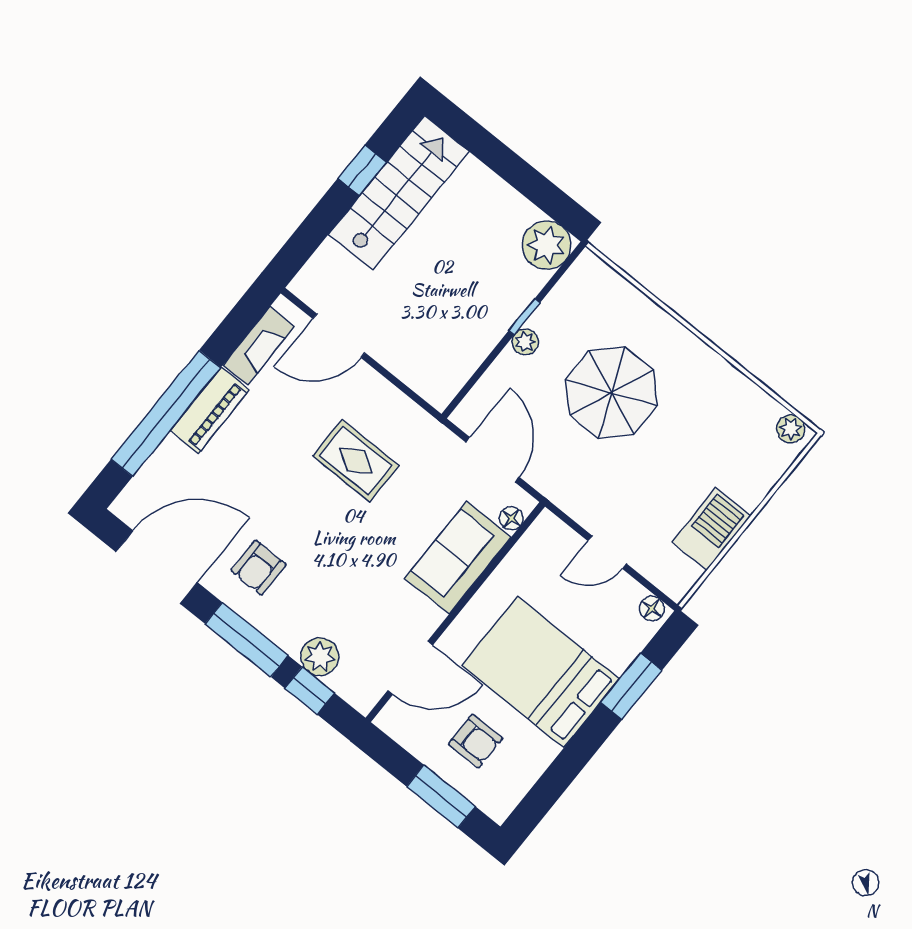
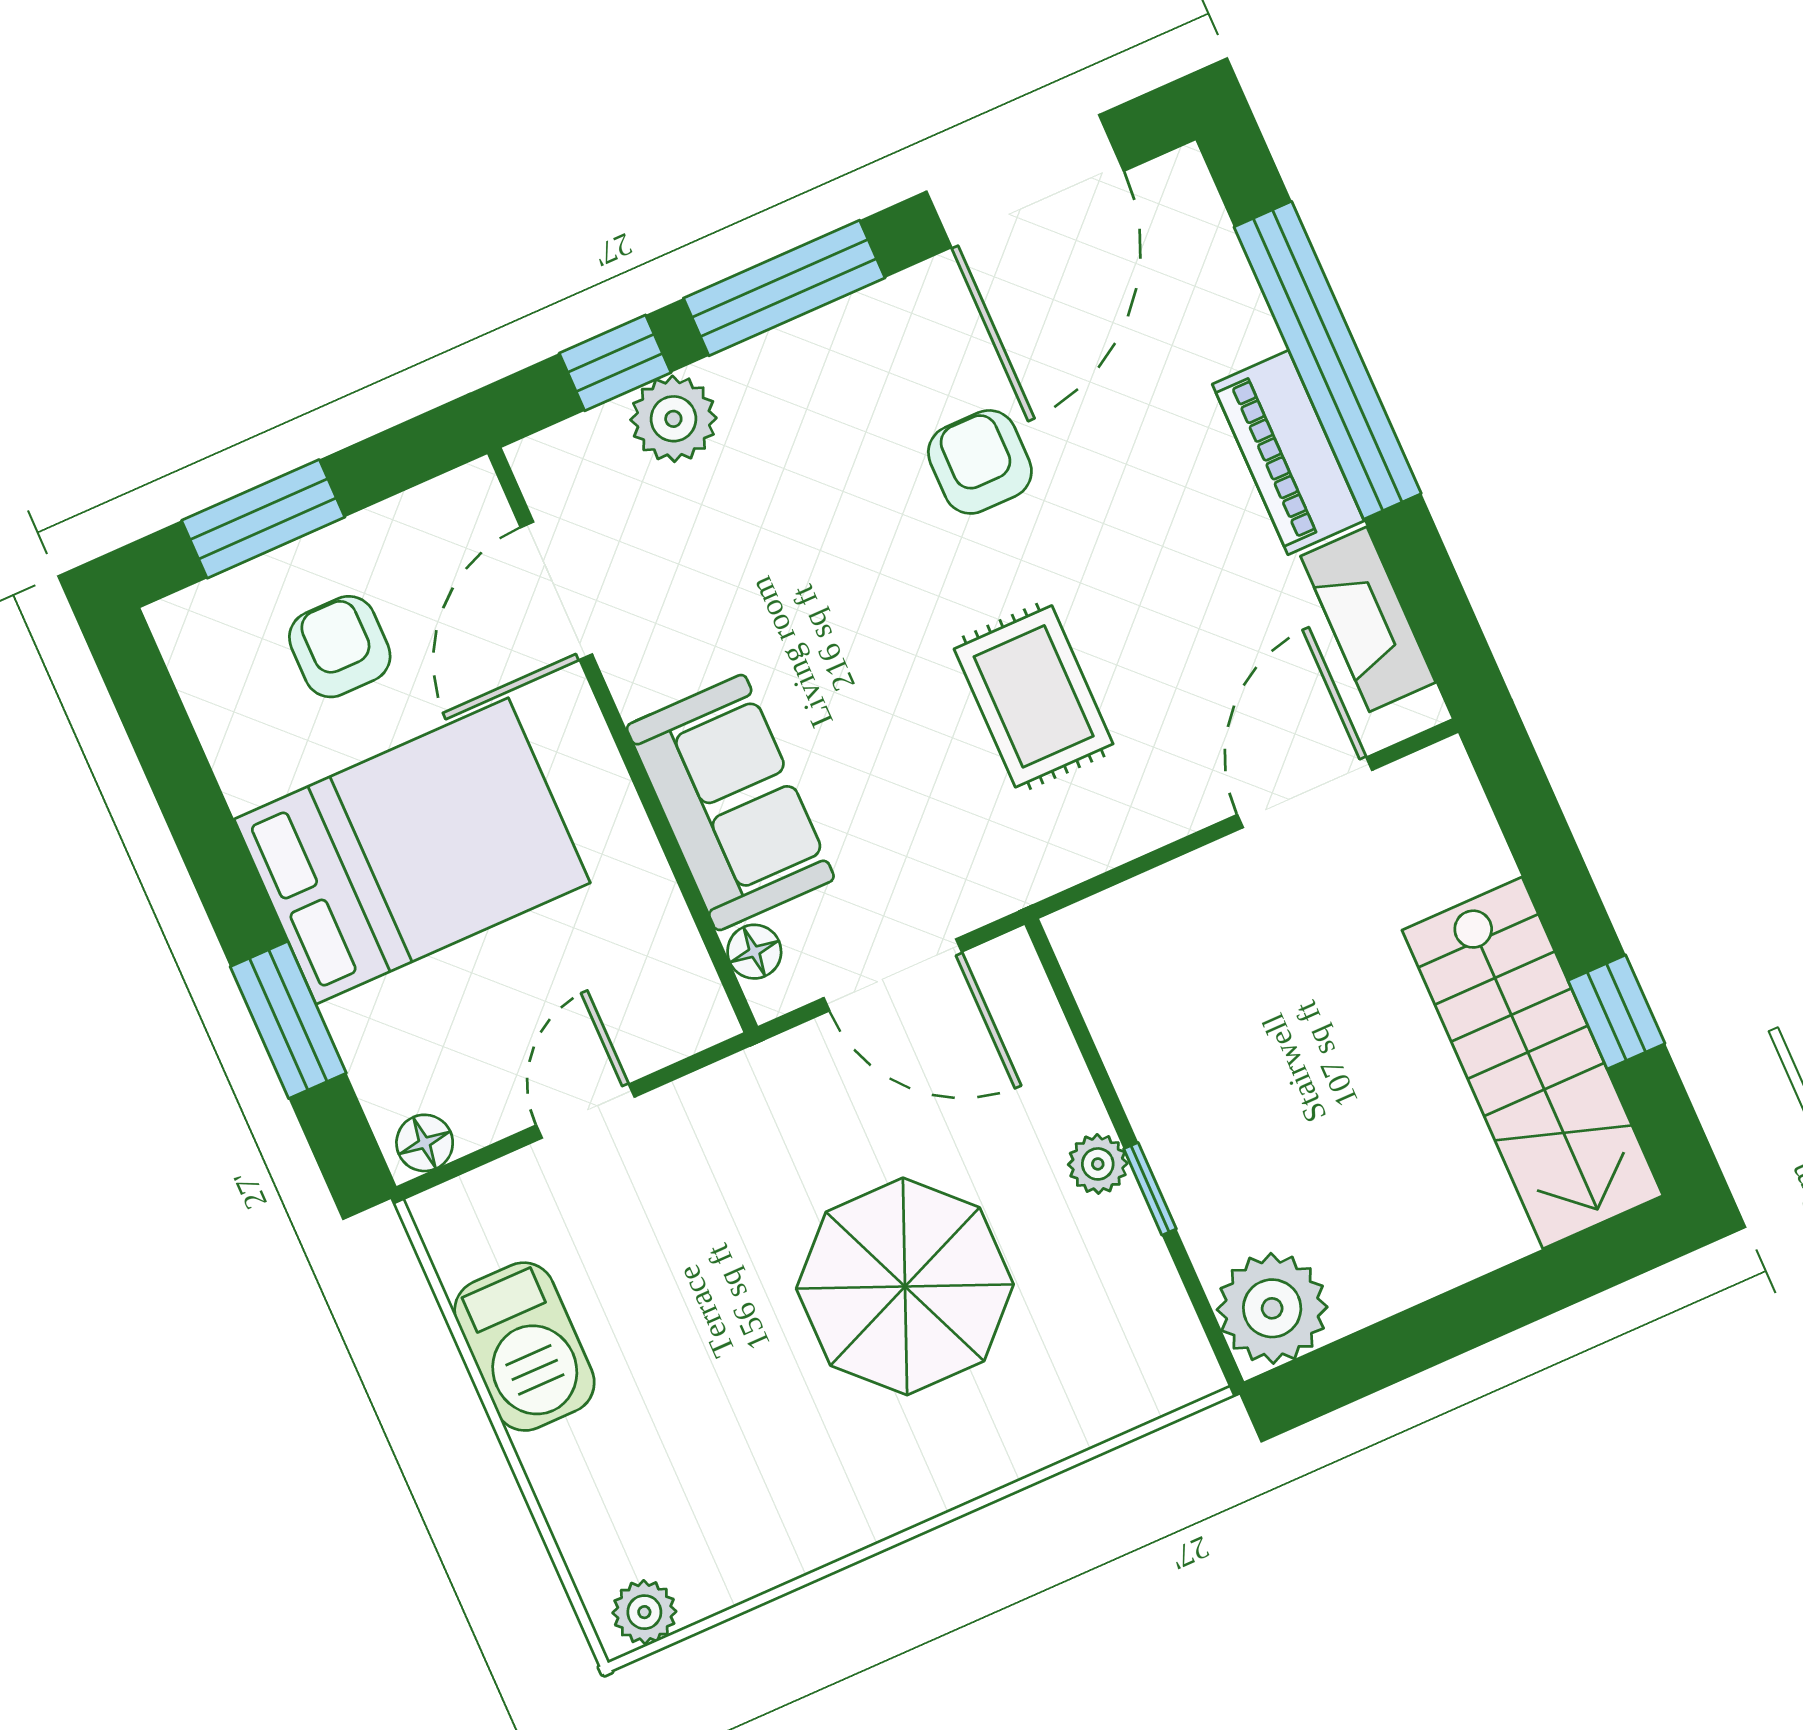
rug: (356, 461) -> (1034, 696), turned 90
armchair: (258, 568) -> (980, 462), moved
armchair: (475, 741) -> (340, 647), turned 90

